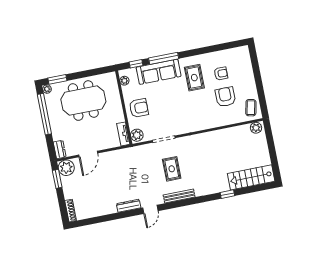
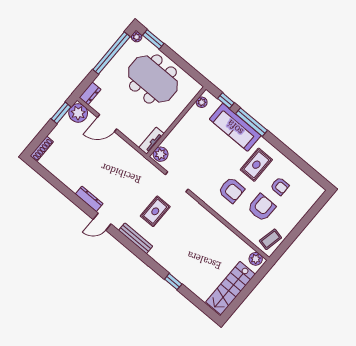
armchair: (139, 108) -> (231, 190), moved
stairs: (251, 177) -> (231, 288), moved, turned -90

